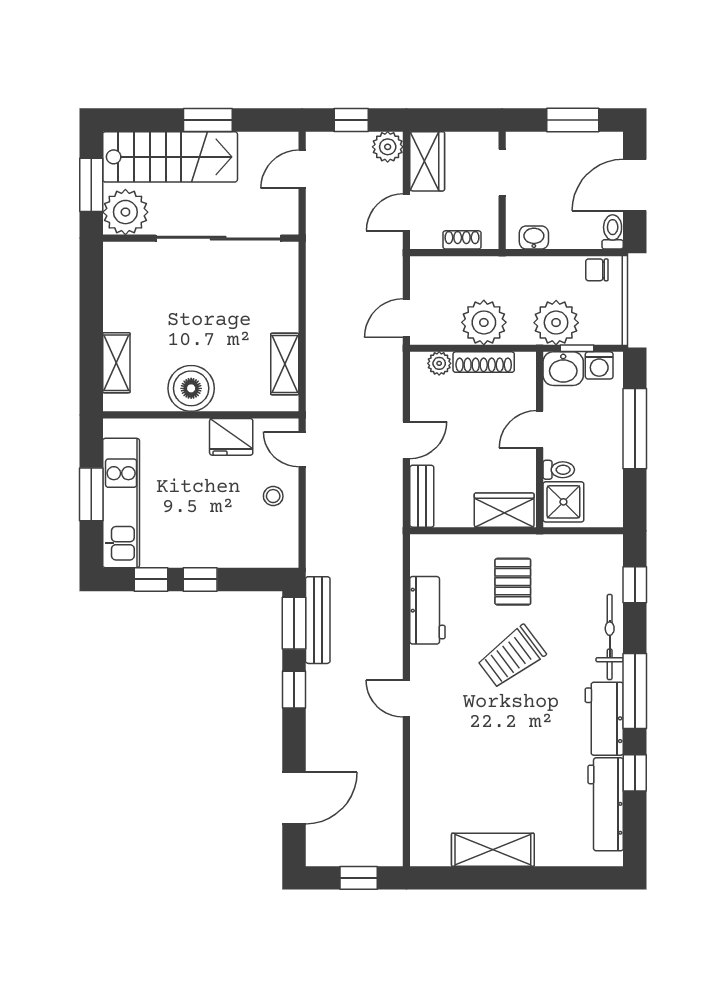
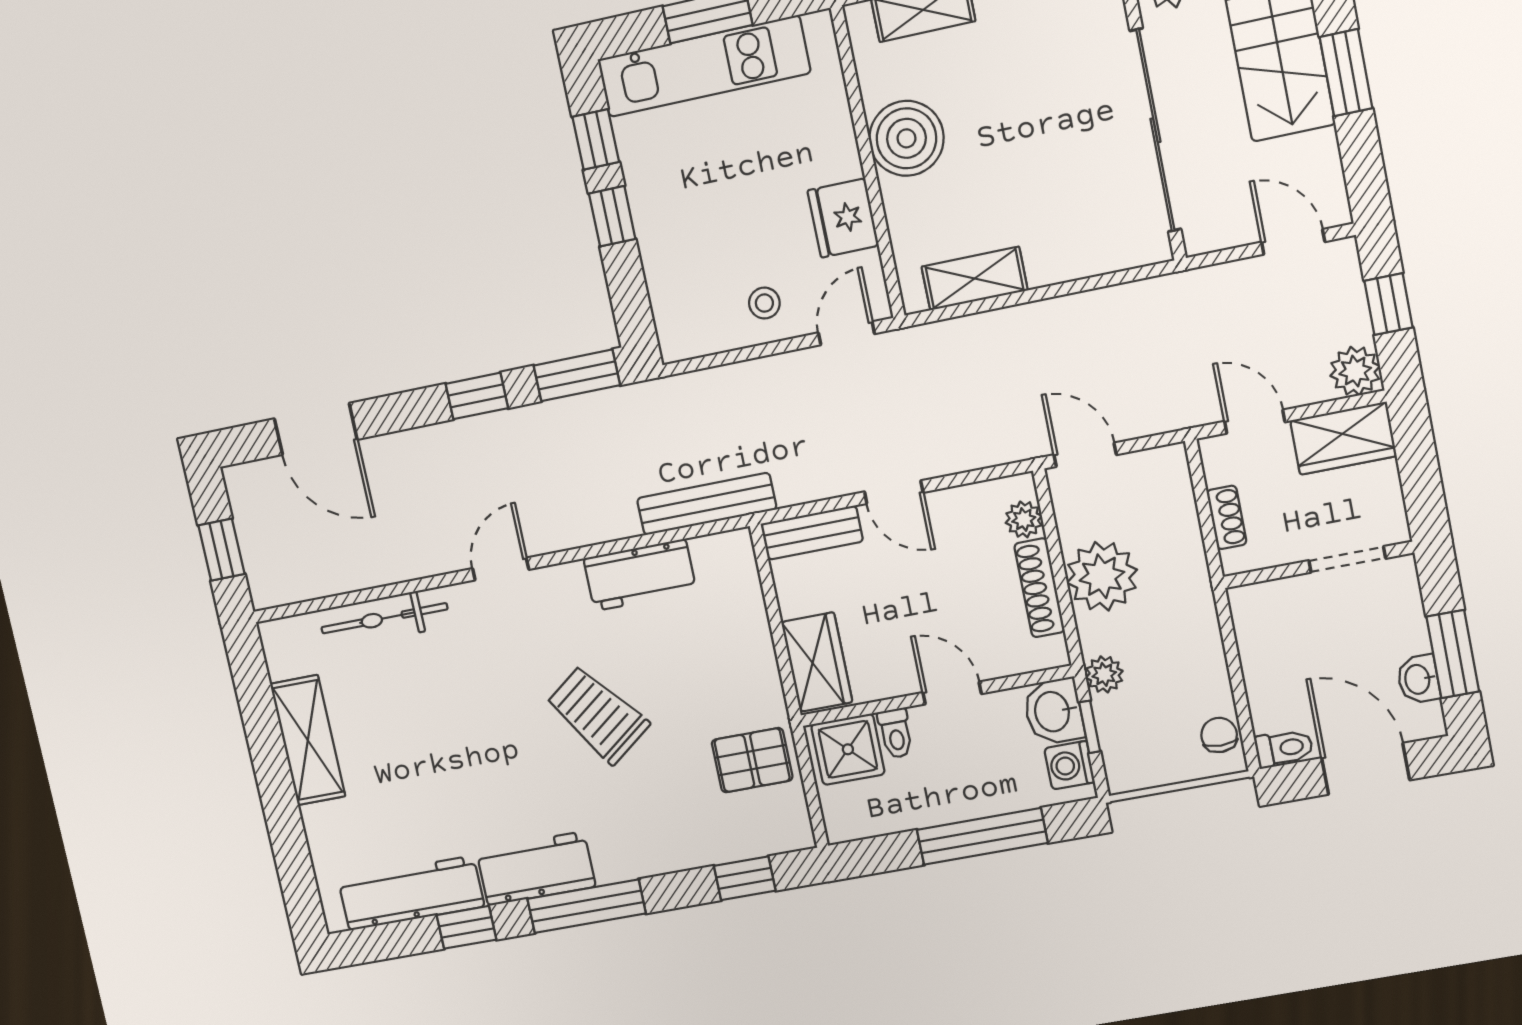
washbasin: (534, 237) -> (1418, 679), moved, turned 180
plant: (556, 323) -> (1104, 674), width x0.53, depth x0.53
pallet: (513, 582) -> (752, 760), moved
bench: (318, 620) -> (707, 504), moved
bicycle: (610, 637) -> (384, 618), moved, turned 180

